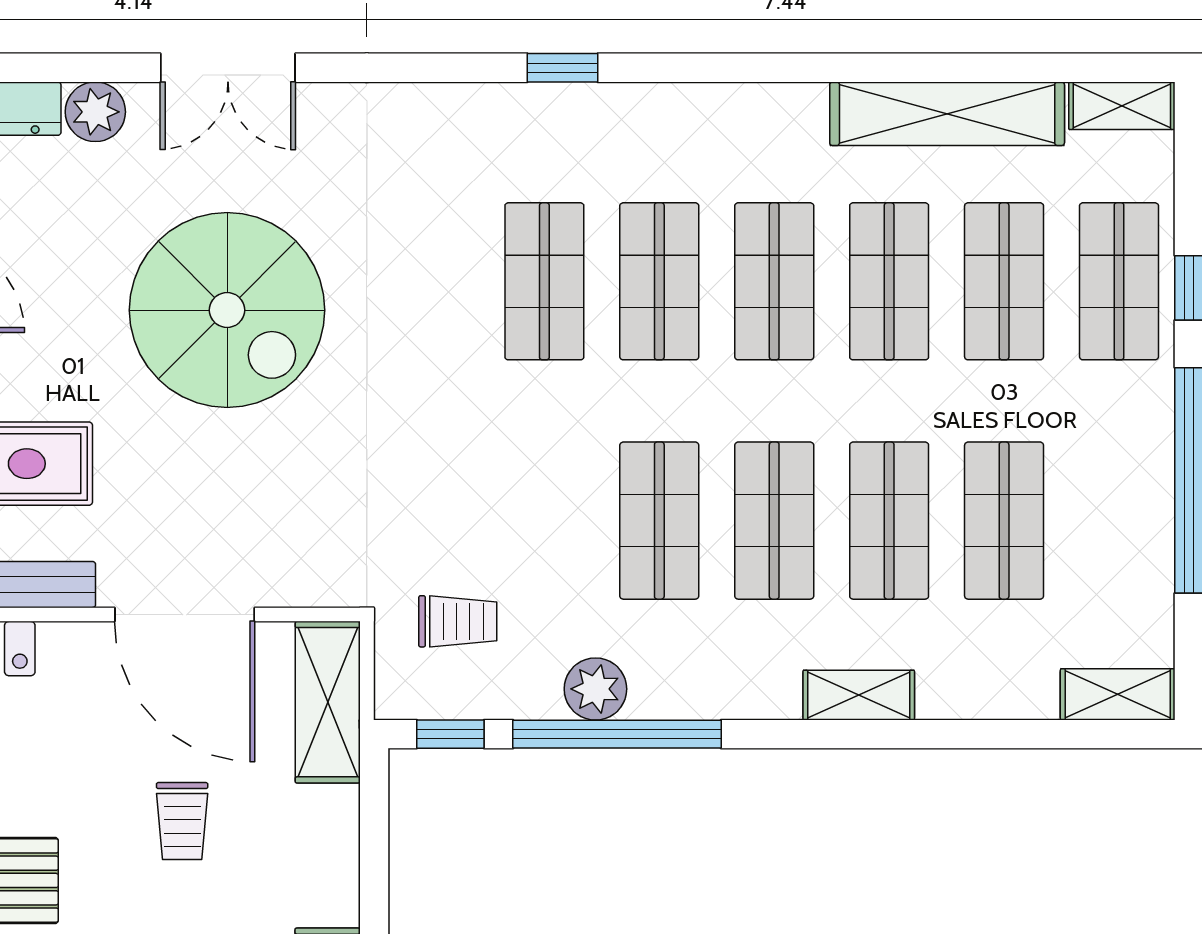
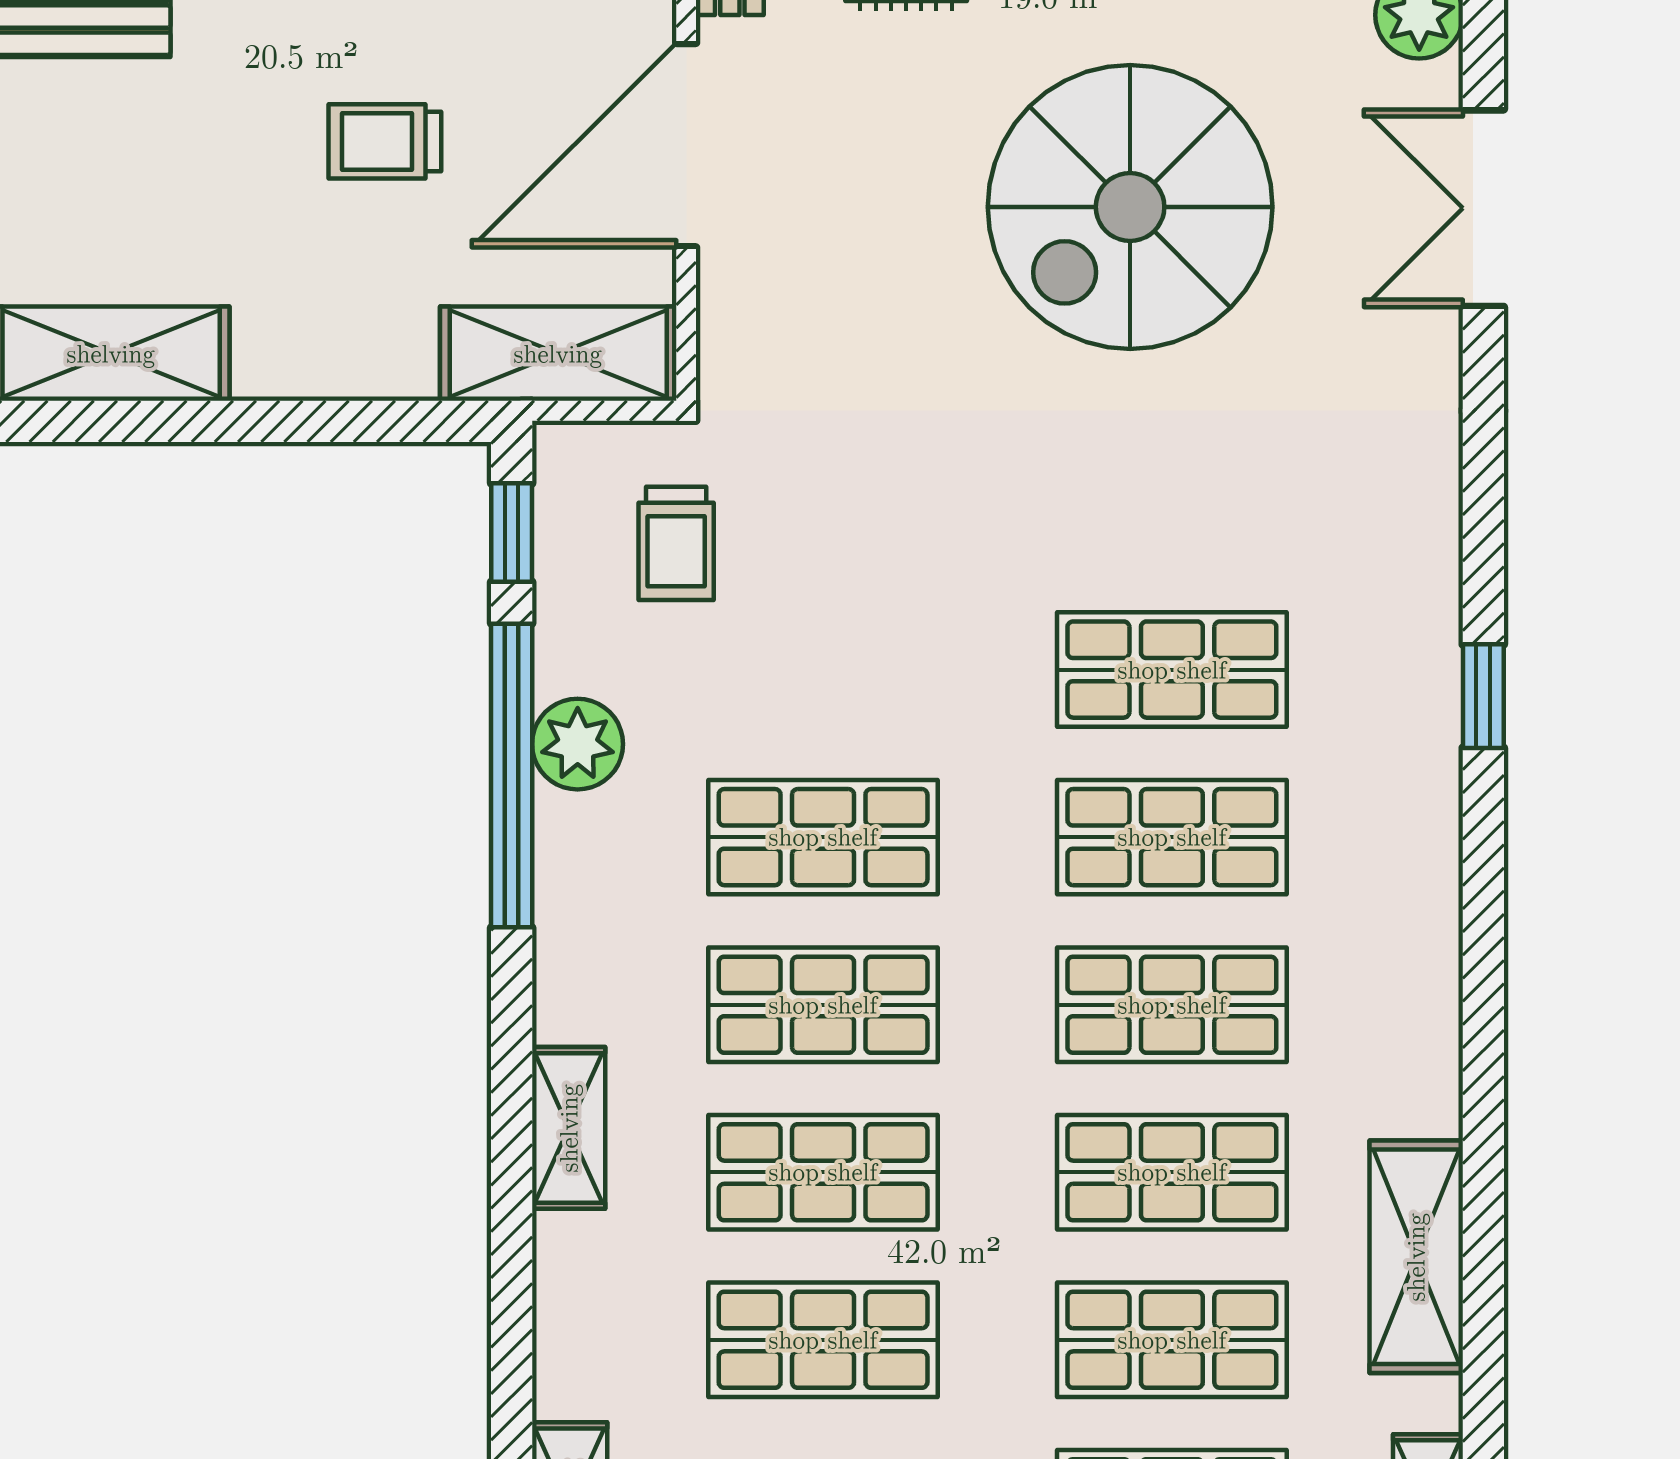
shelving: (947, 114) -> (1416, 1257), width x0.68

